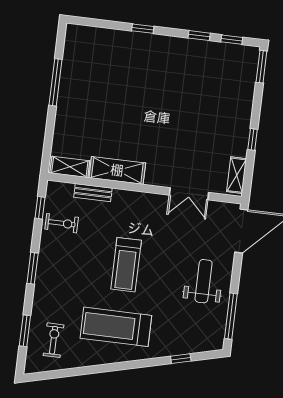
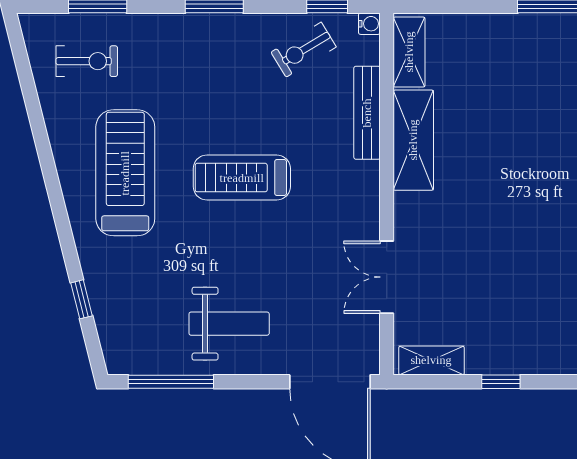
water cooler: (52, 186) -> (369, 24), added
bench: (93, 193) -> (367, 113), width x1.36
exercise bike: (62, 223) -> (304, 50), turned 59

